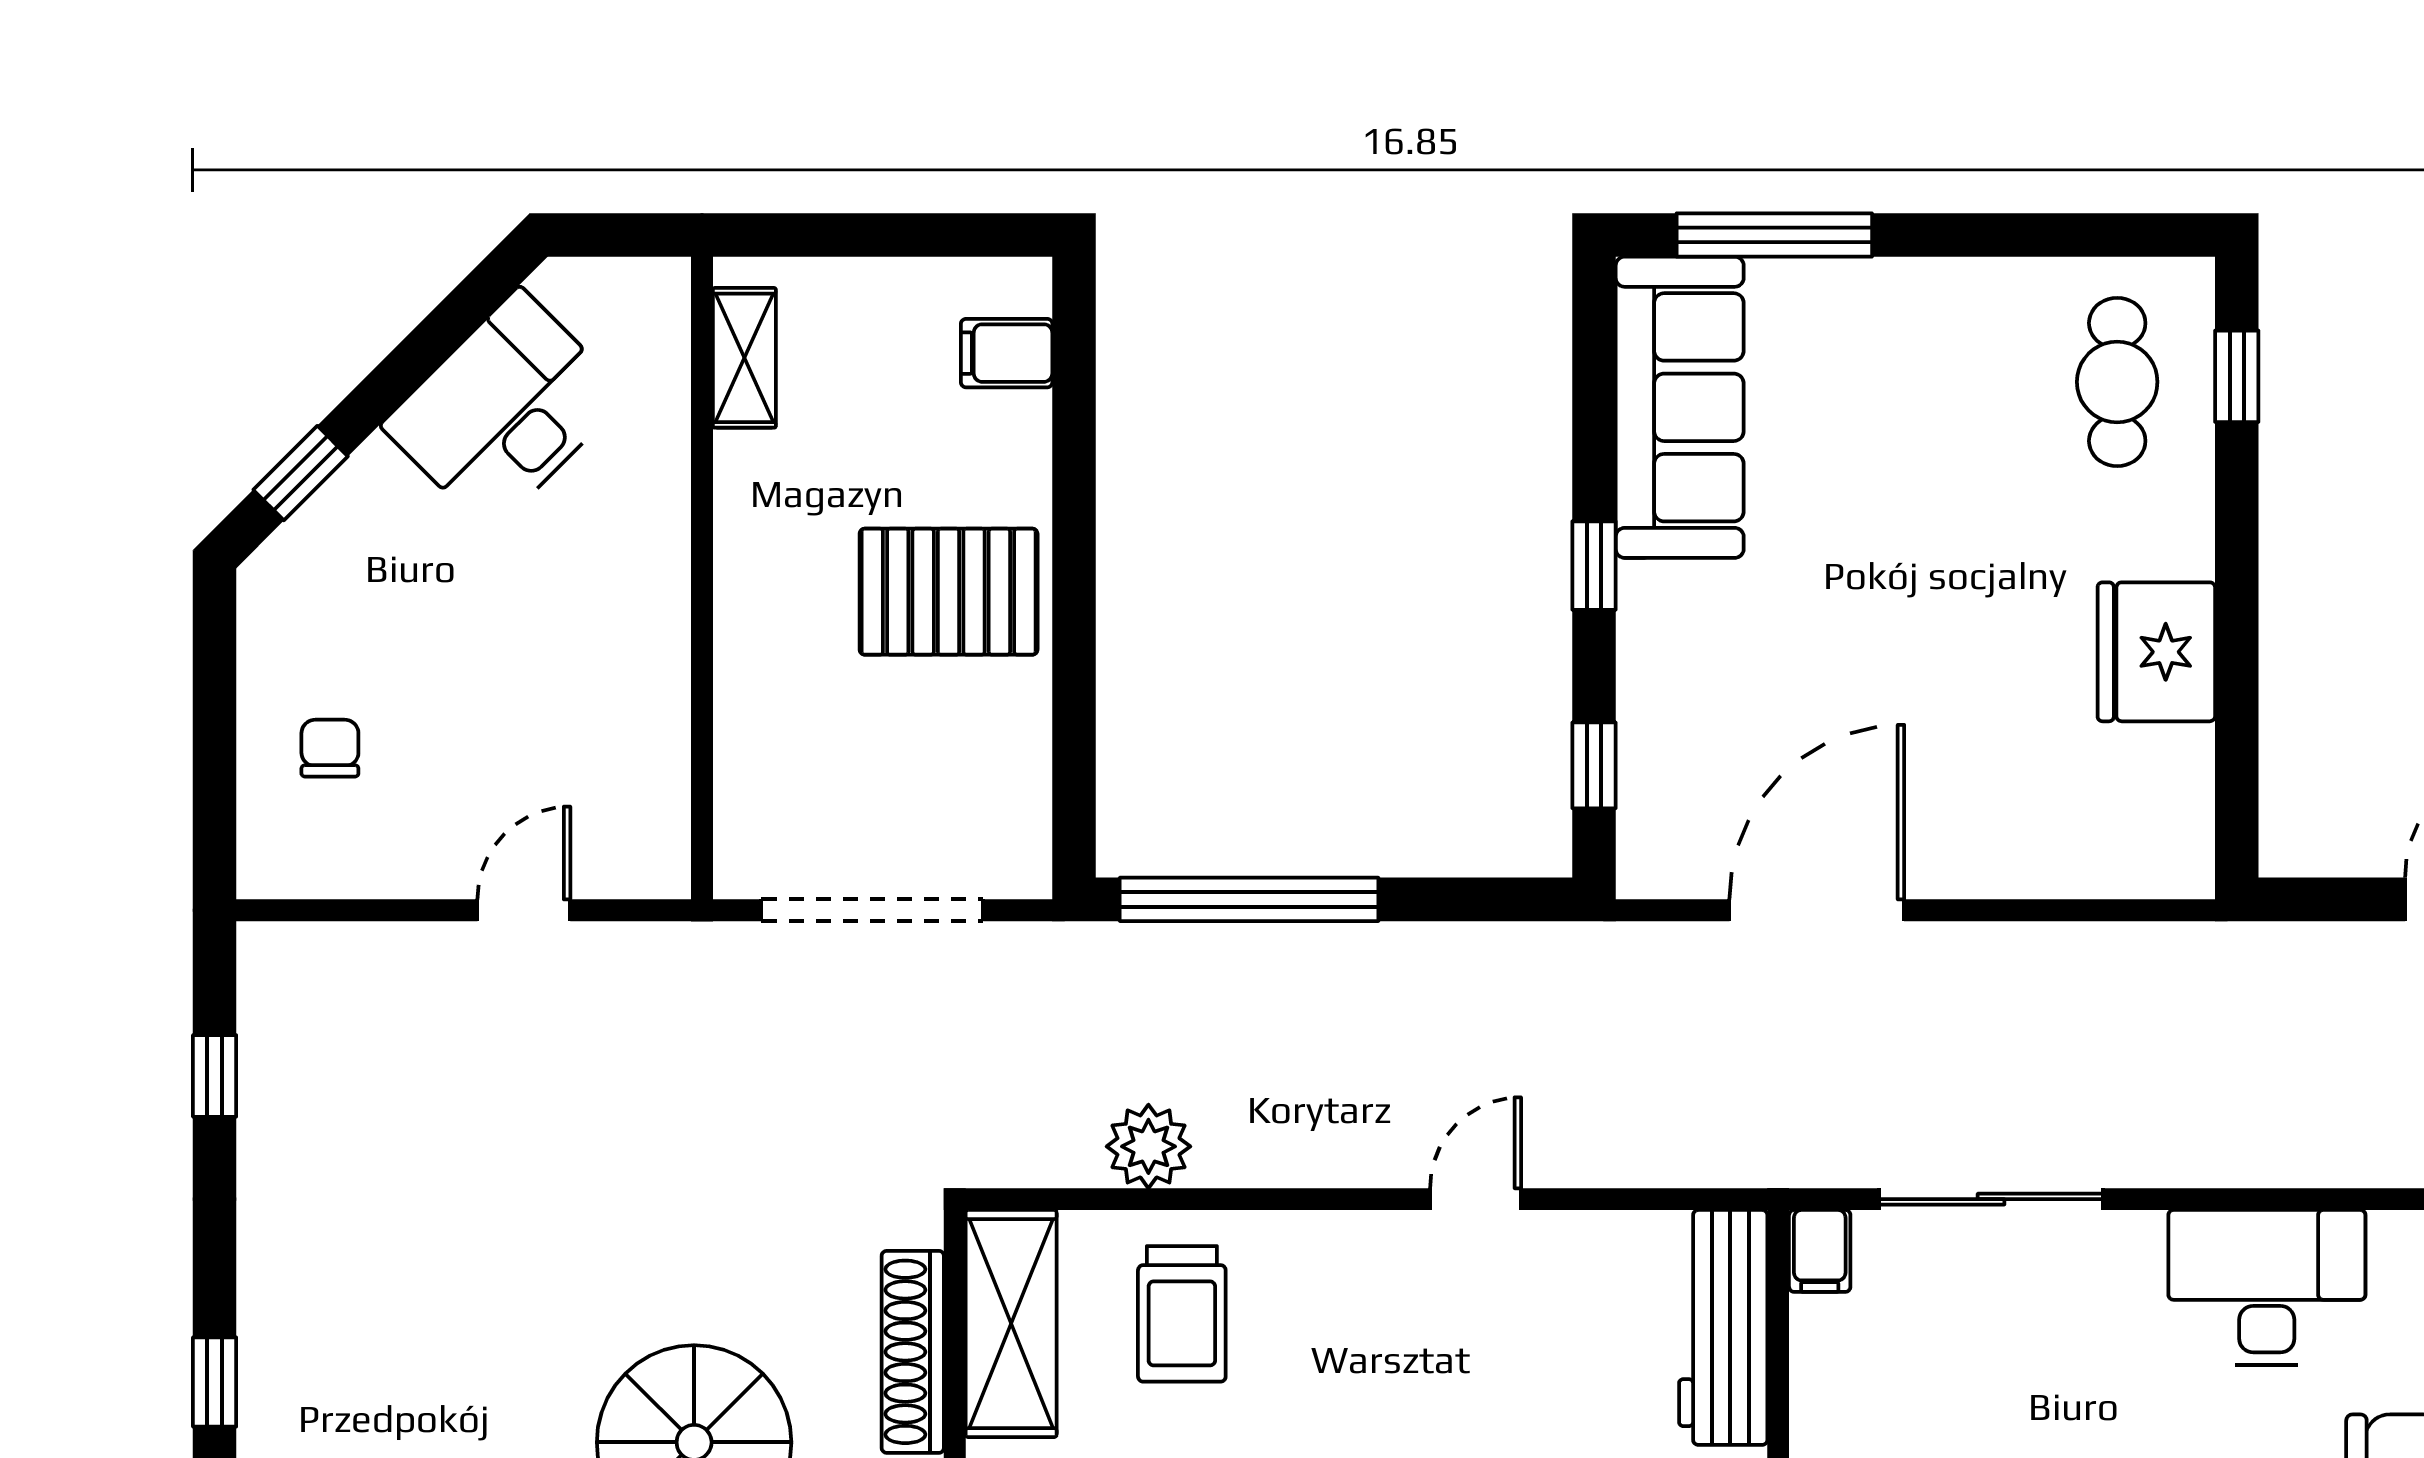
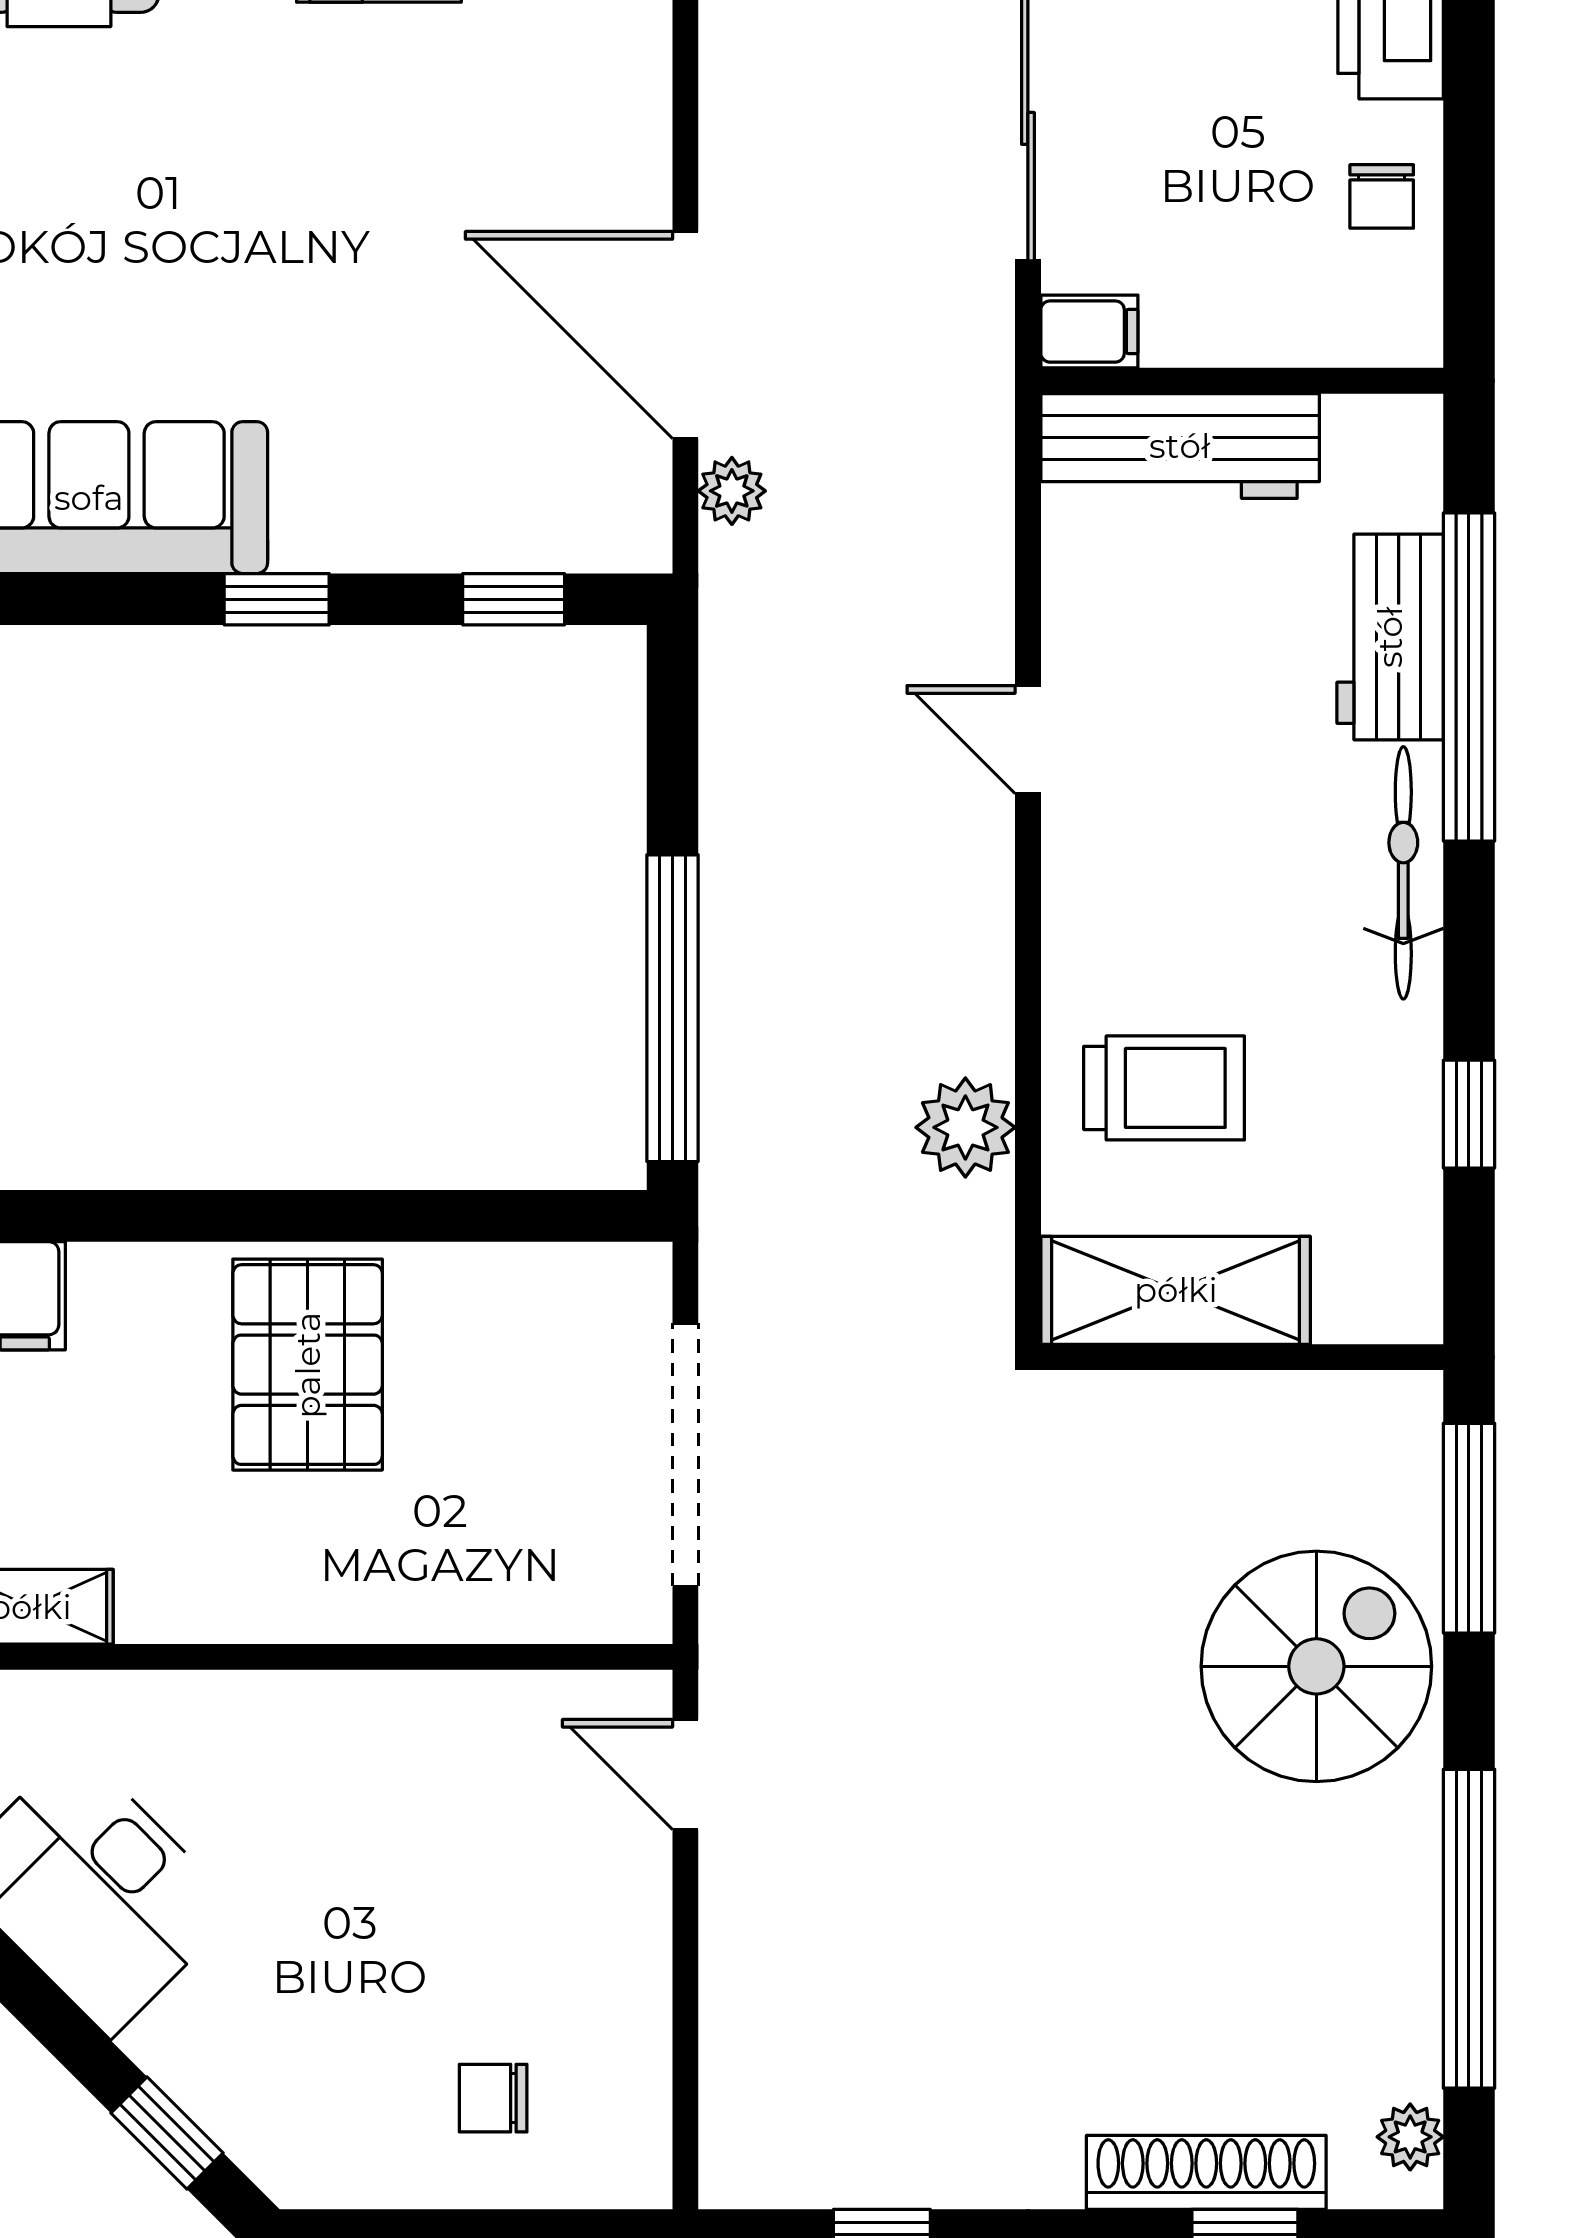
door: (524, 910) -> (685, 1774), moved
plant: (1685, 949) -> (732, 491), added
shoe rack: (913, 1352) -> (1206, 2172), moved, turned 180

